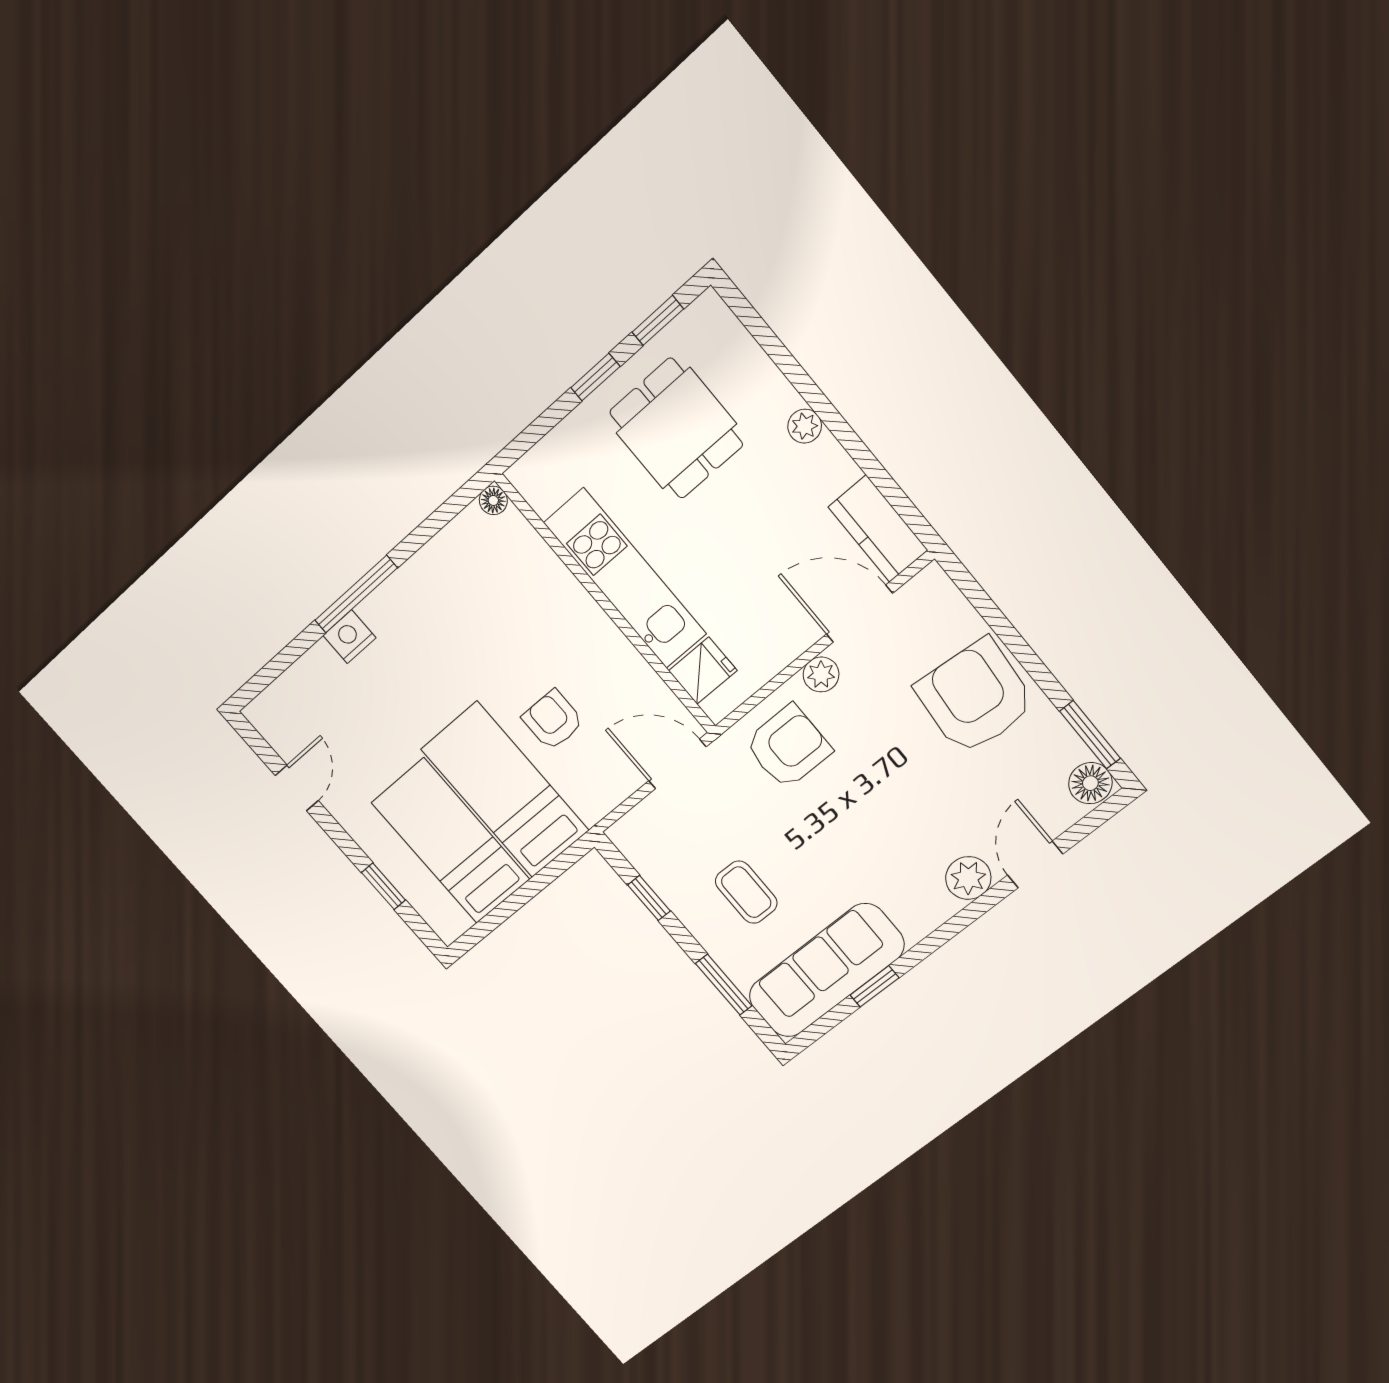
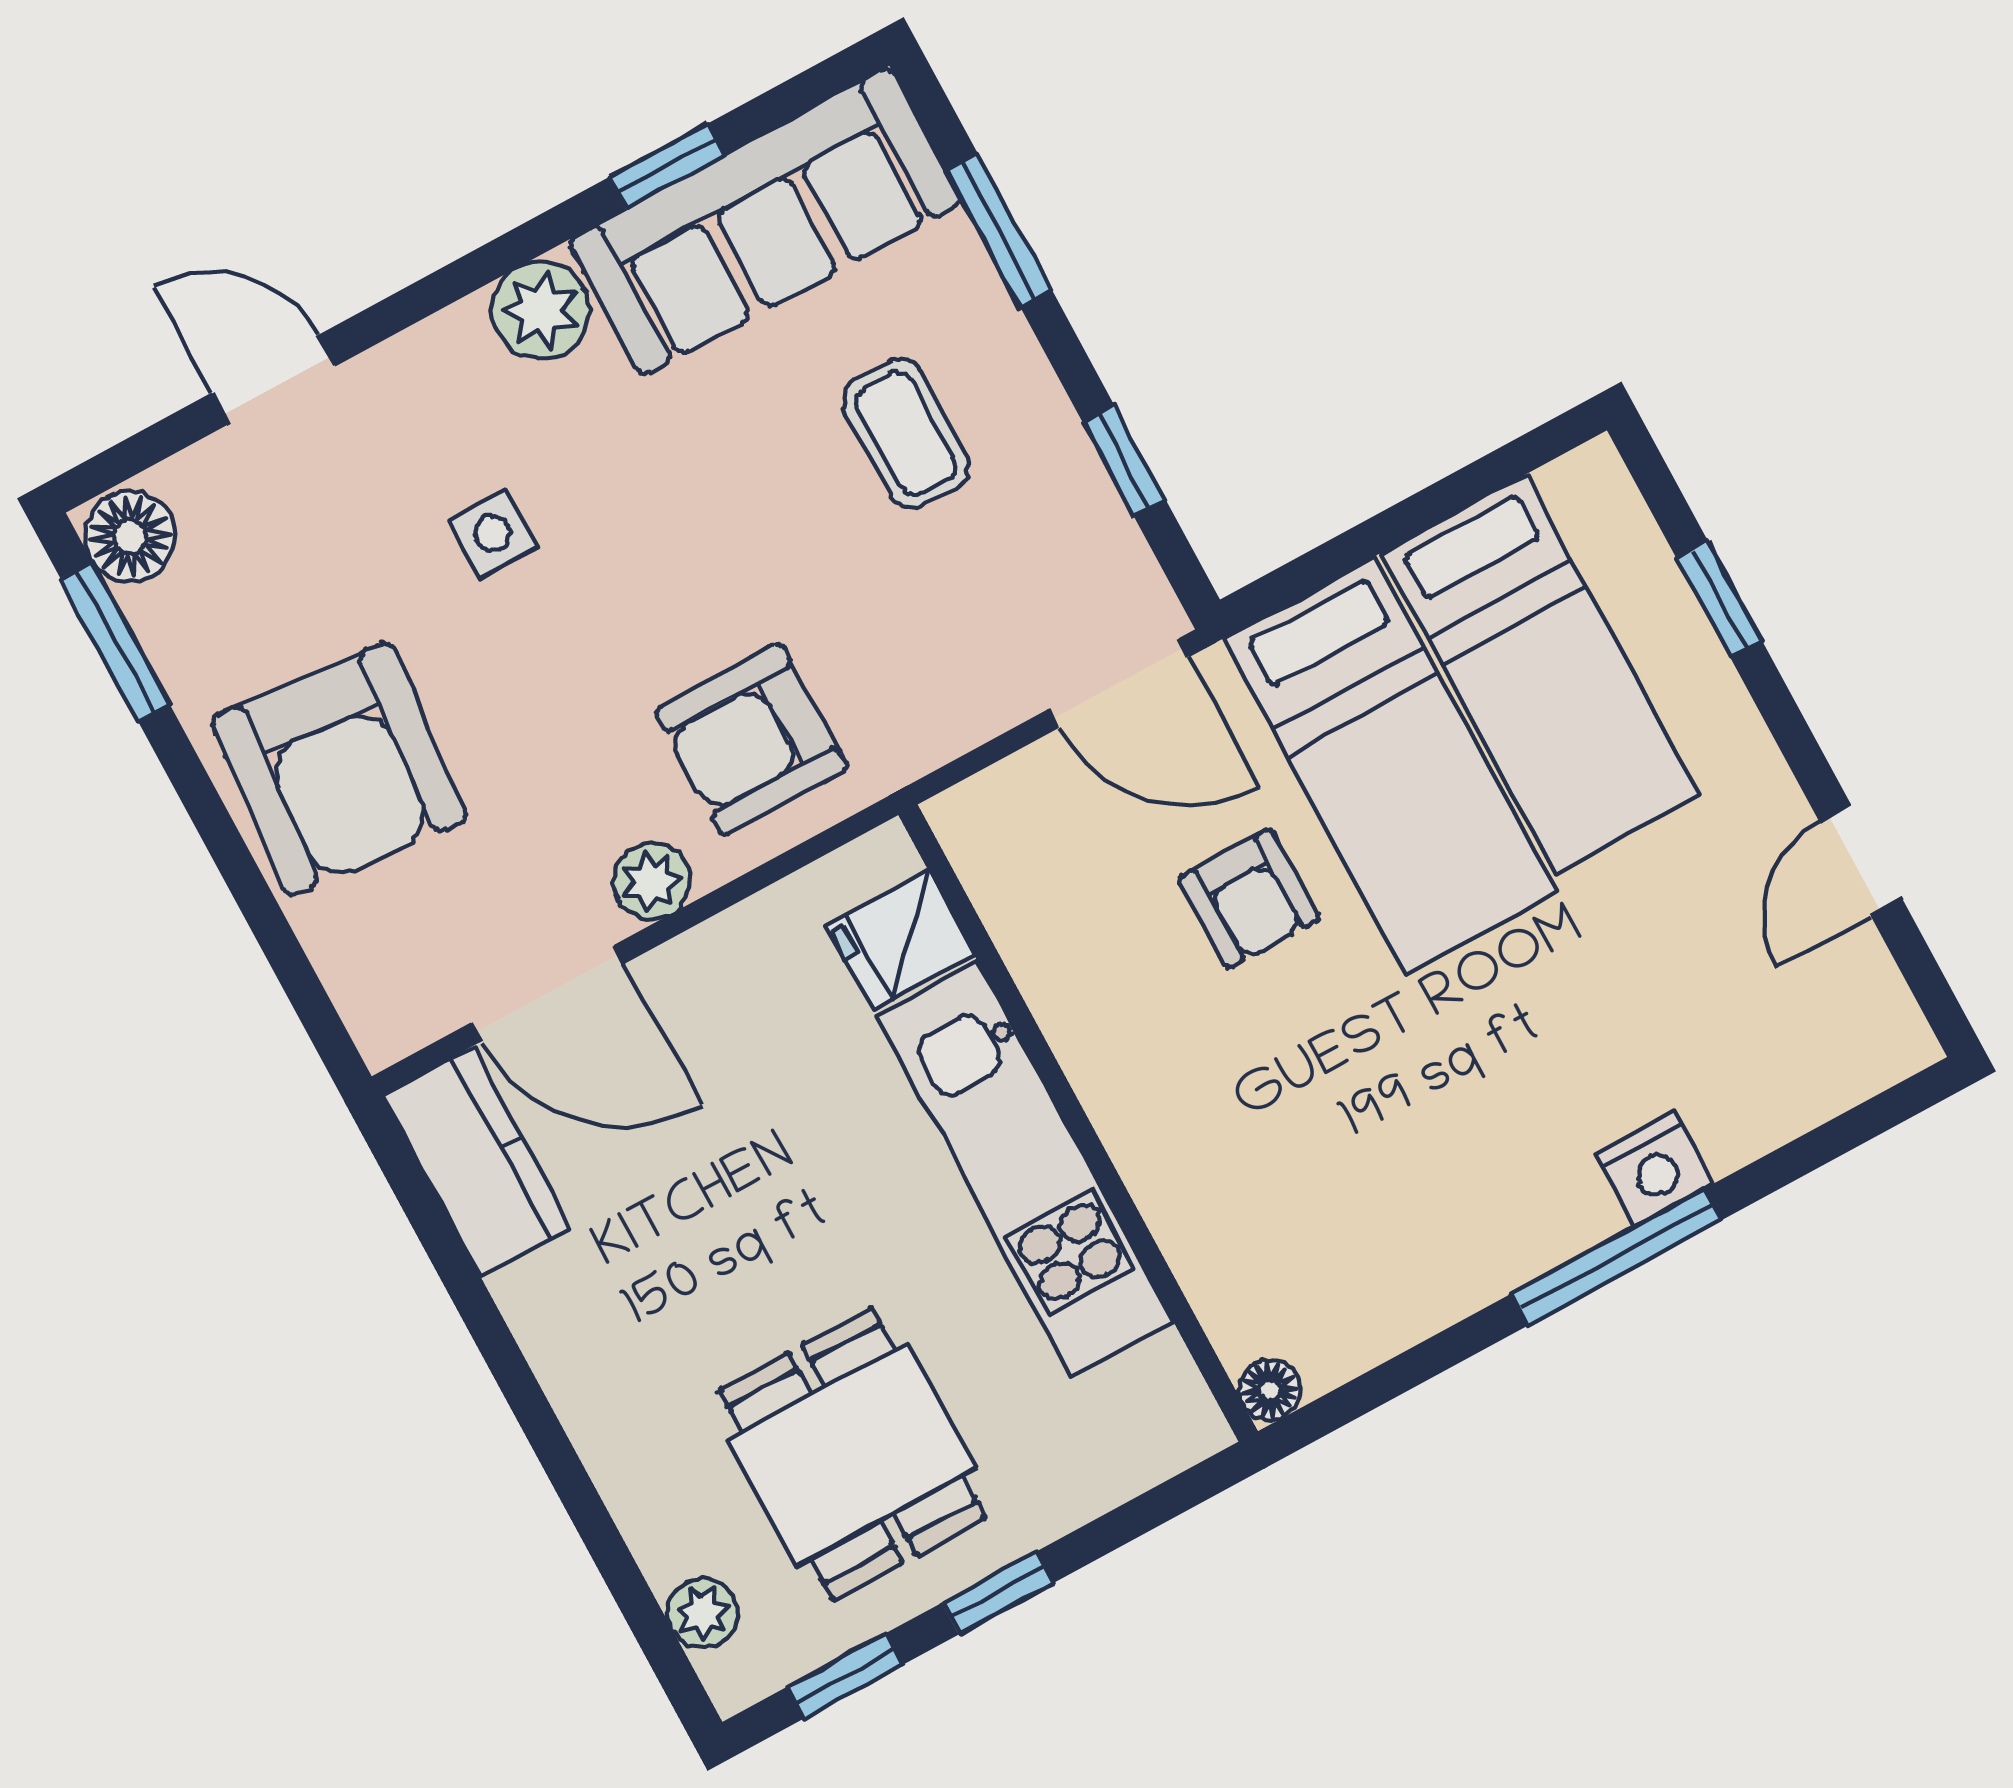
plant: (805, 426) -> (703, 1613), moved
door: (677, 764) -> (1119, 683), moved
side table: (923, 815) -> (493, 533), added
door: (1035, 864) -> (274, 380), swing flipped
plant: (968, 878) -> (541, 310), moved

